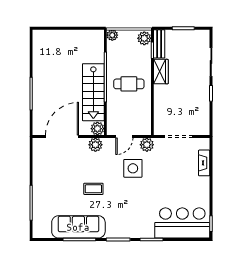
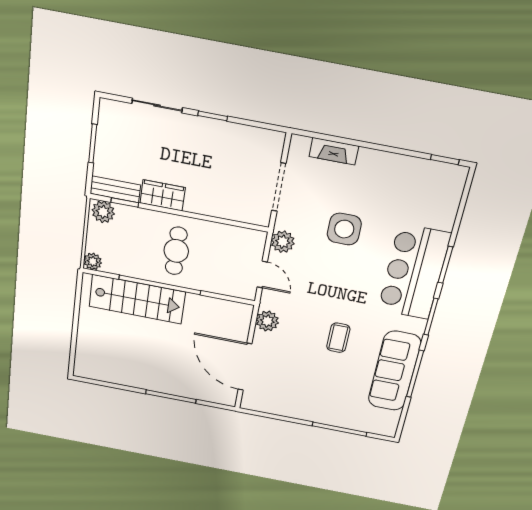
stairs: (93, 92) -> (137, 299), moved
plant: (97, 129) -> (242, 313), removed
side table: (133, 168) -> (344, 229), moved
bar counter: (182, 223) -> (414, 272), moved

